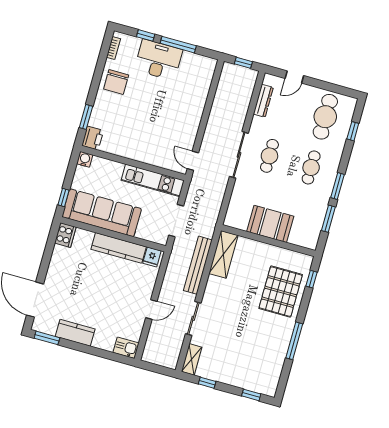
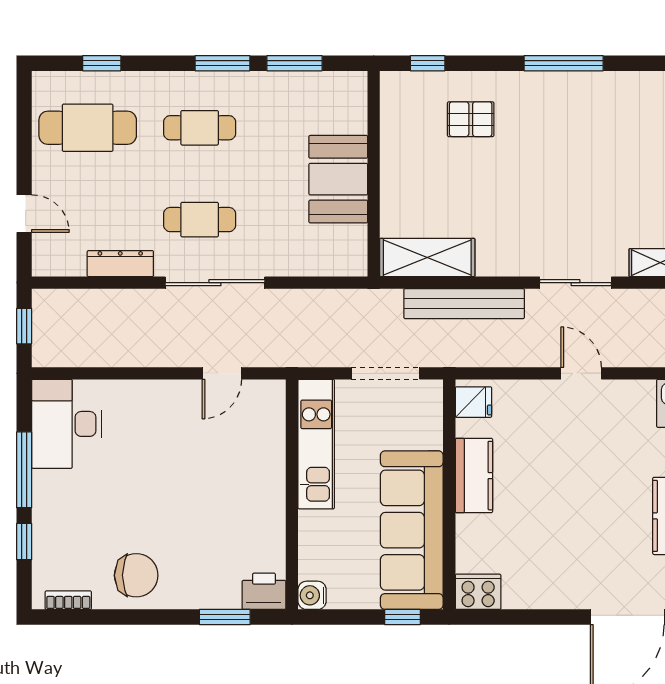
desk: (158, 60) -> (67, 424), moved
dresser: (263, 101) -> (120, 264), moved
door: (193, 161) -> (222, 373), moved
kitchen counter: (119, 248) -> (474, 476), width x0.67
pallet: (281, 292) -> (471, 119), width x0.49, depth x0.50

